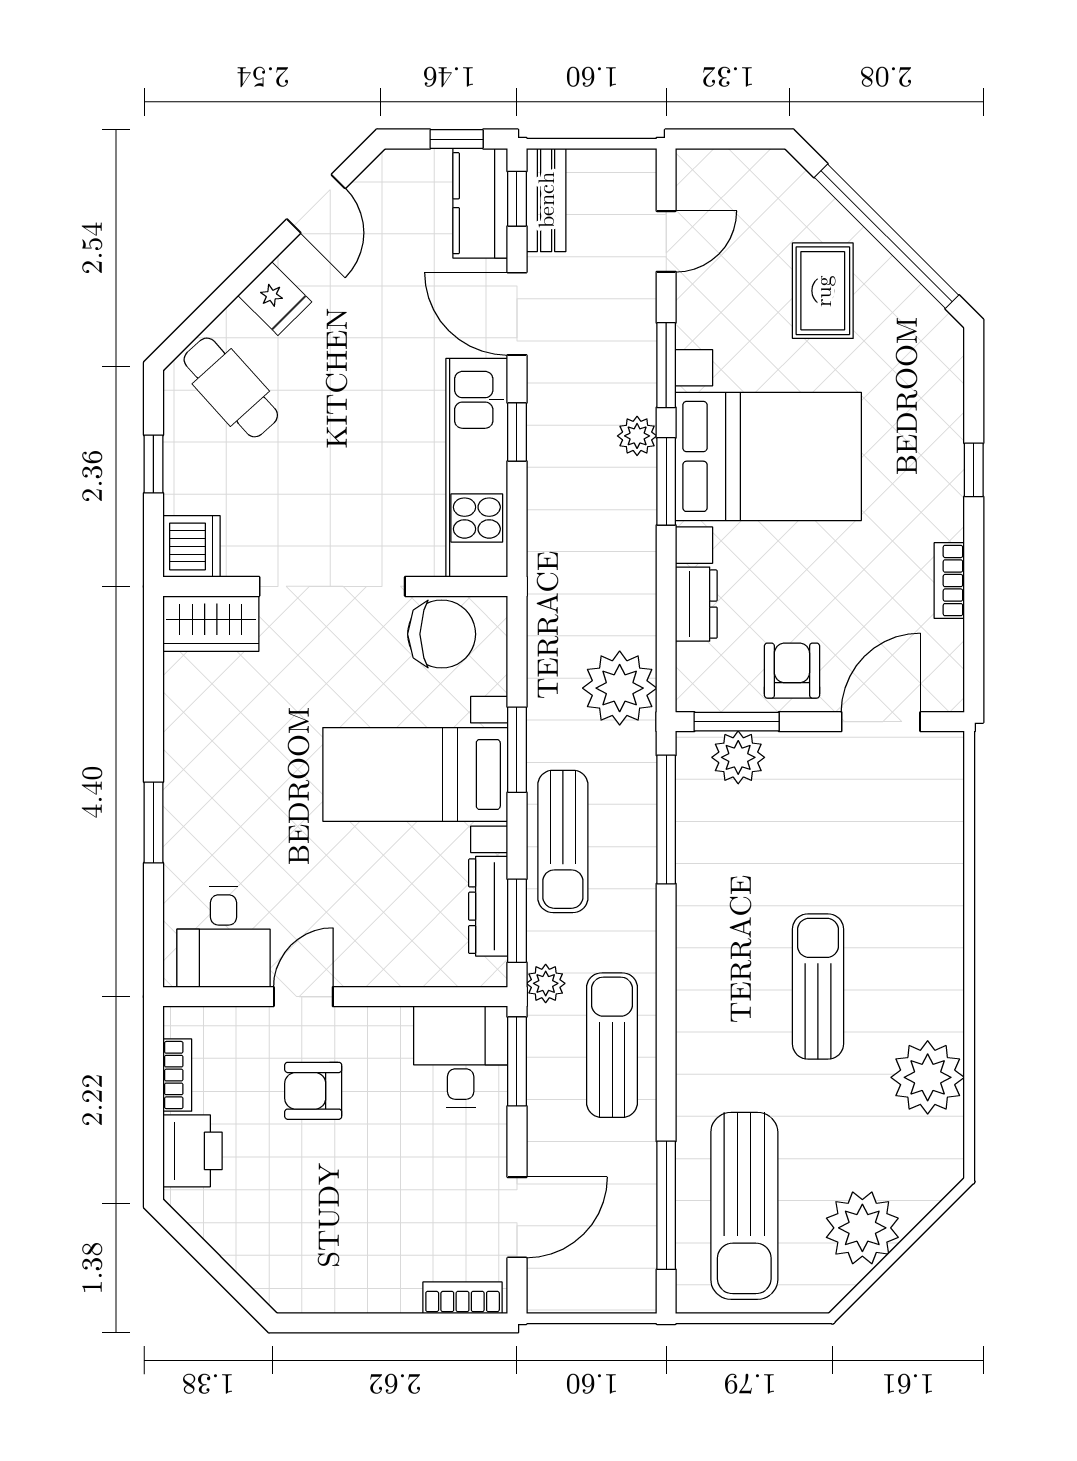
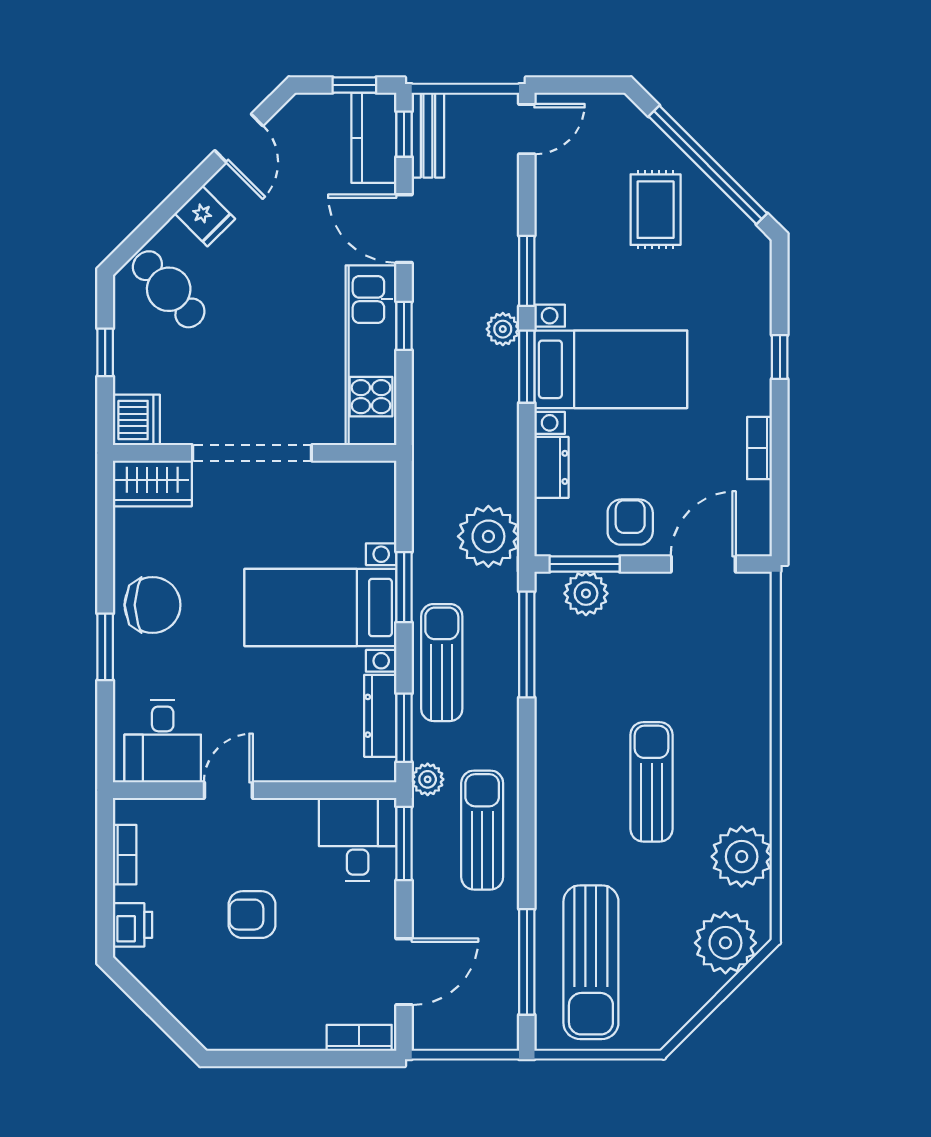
door: (666, 241) -> (527, 129), moved
bed with nightstands: (768, 456) -> (611, 369), width x0.73
chair: (442, 634) -> (153, 605), moved
sun lounger: (563, 841) -> (442, 663), turned 180
armchair: (313, 1091) -> (252, 915), moved
printer: (193, 1151) -> (132, 925), width x0.73, depth x0.81
plant: (862, 1228) -> (725, 943), moved

